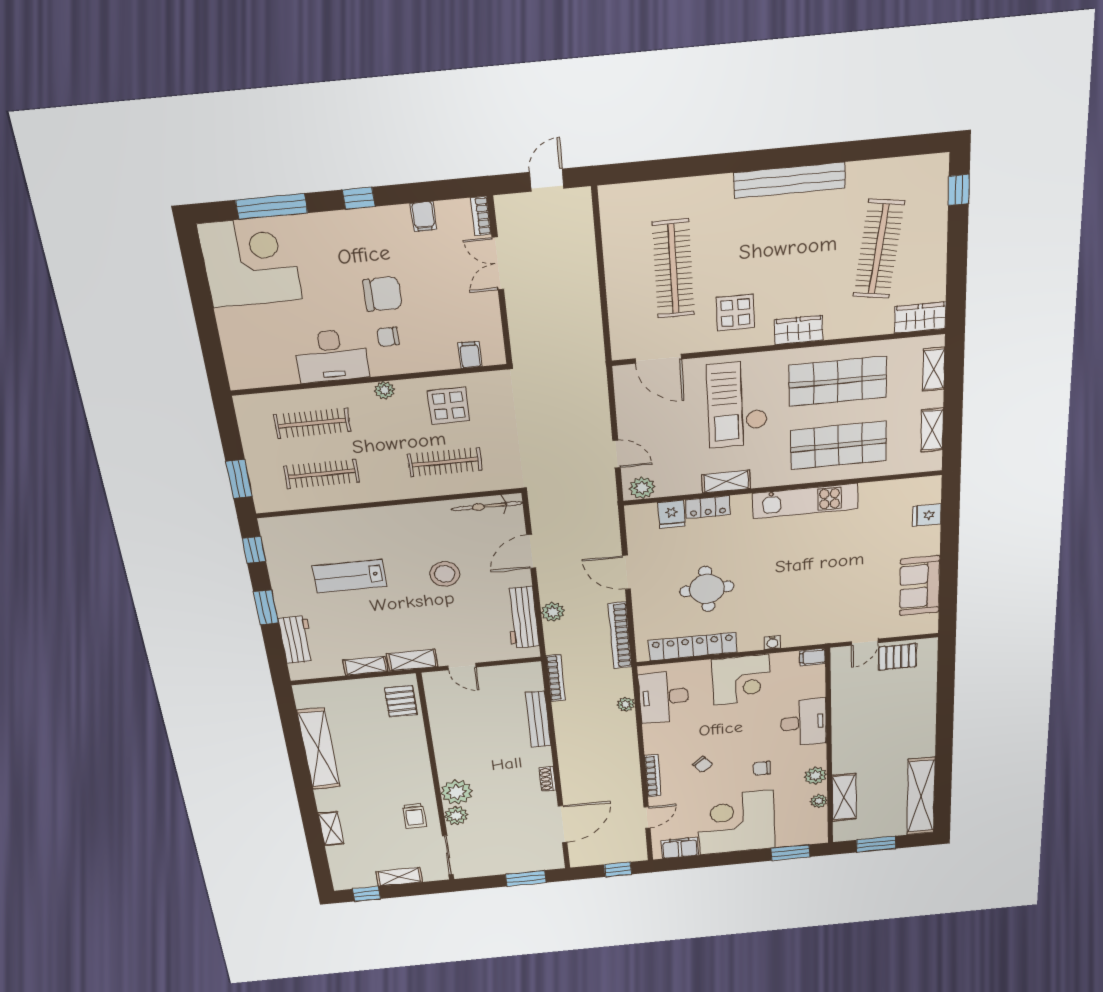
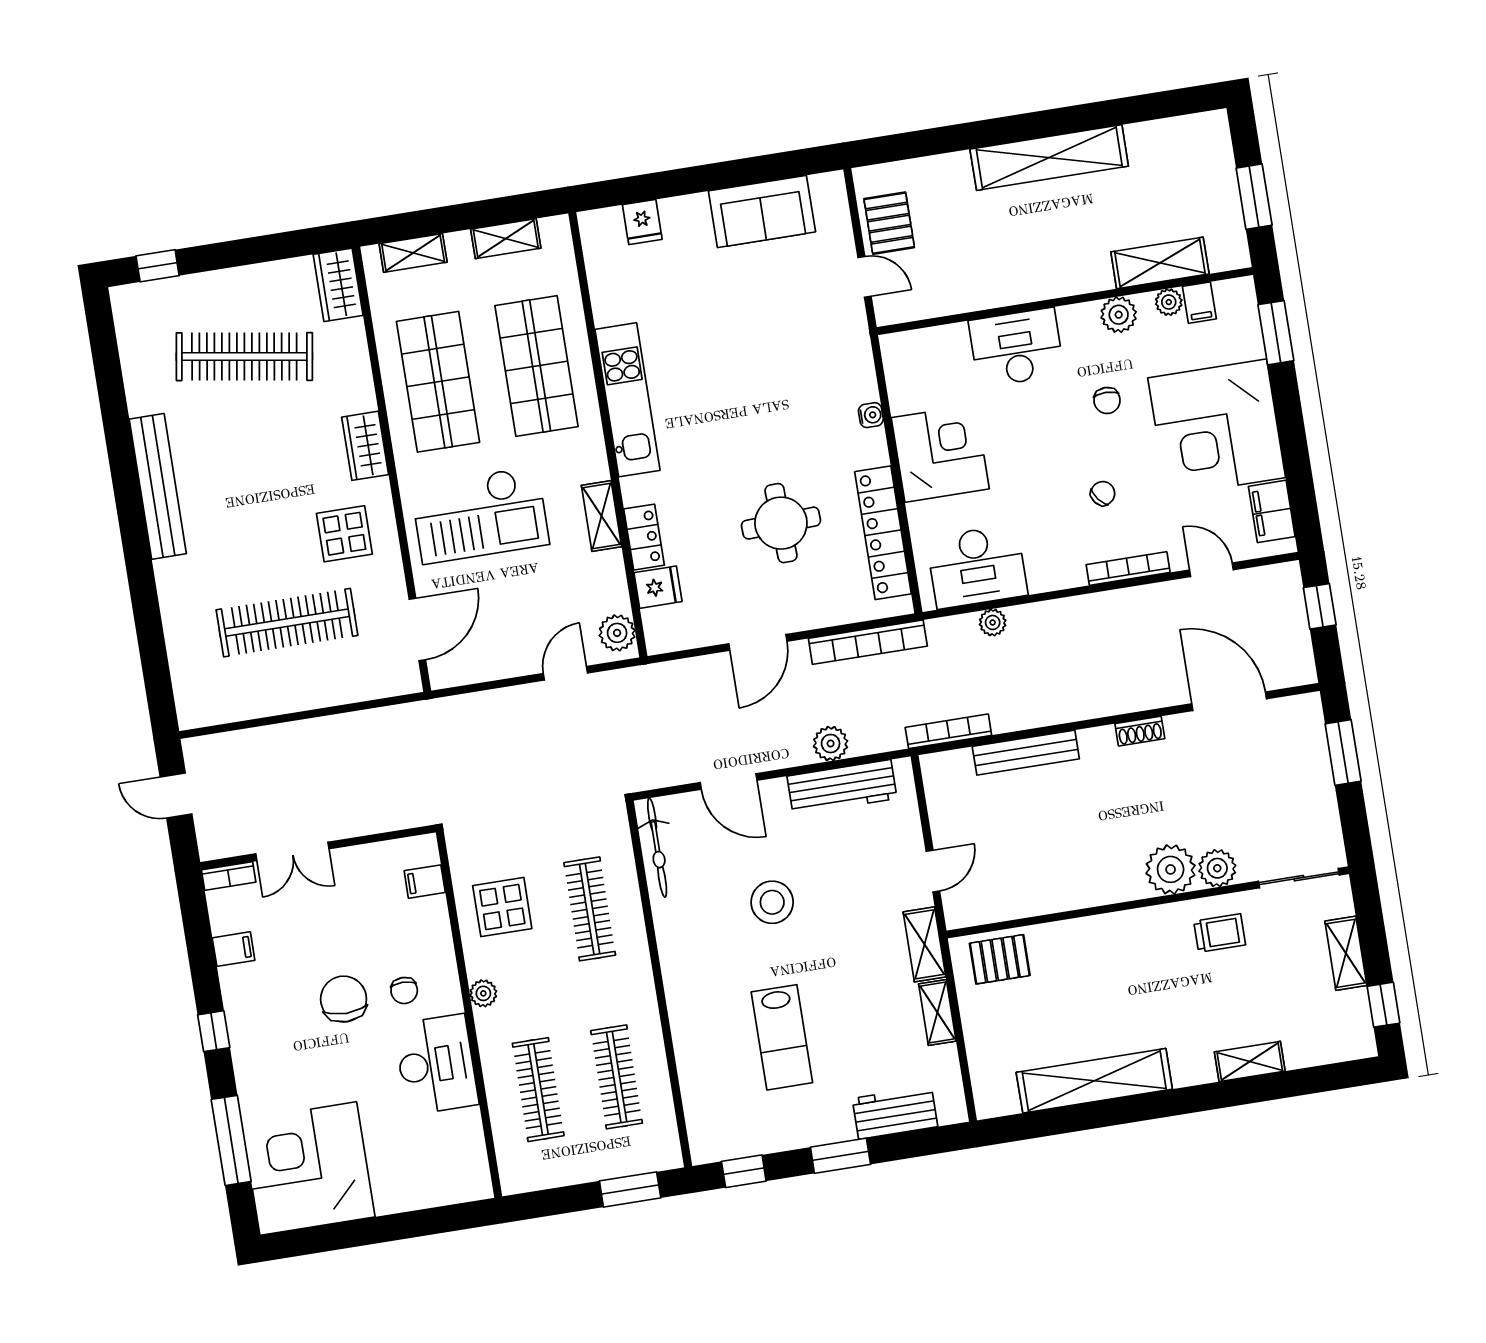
filing cabinet: (812, 657) -> (1199, 303), moved
shelving: (921, 796) -> (1049, 158), moved

